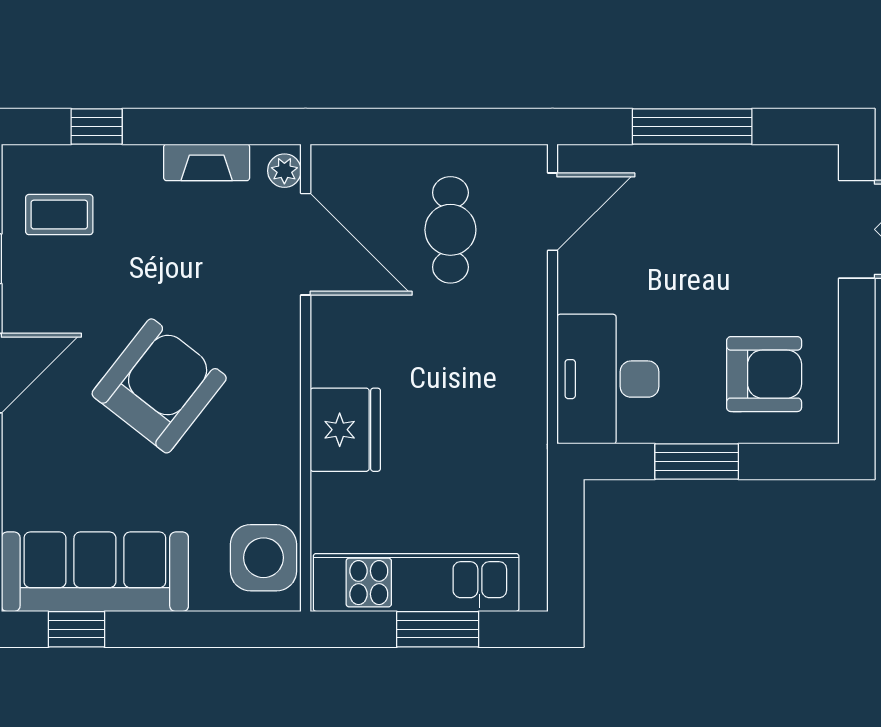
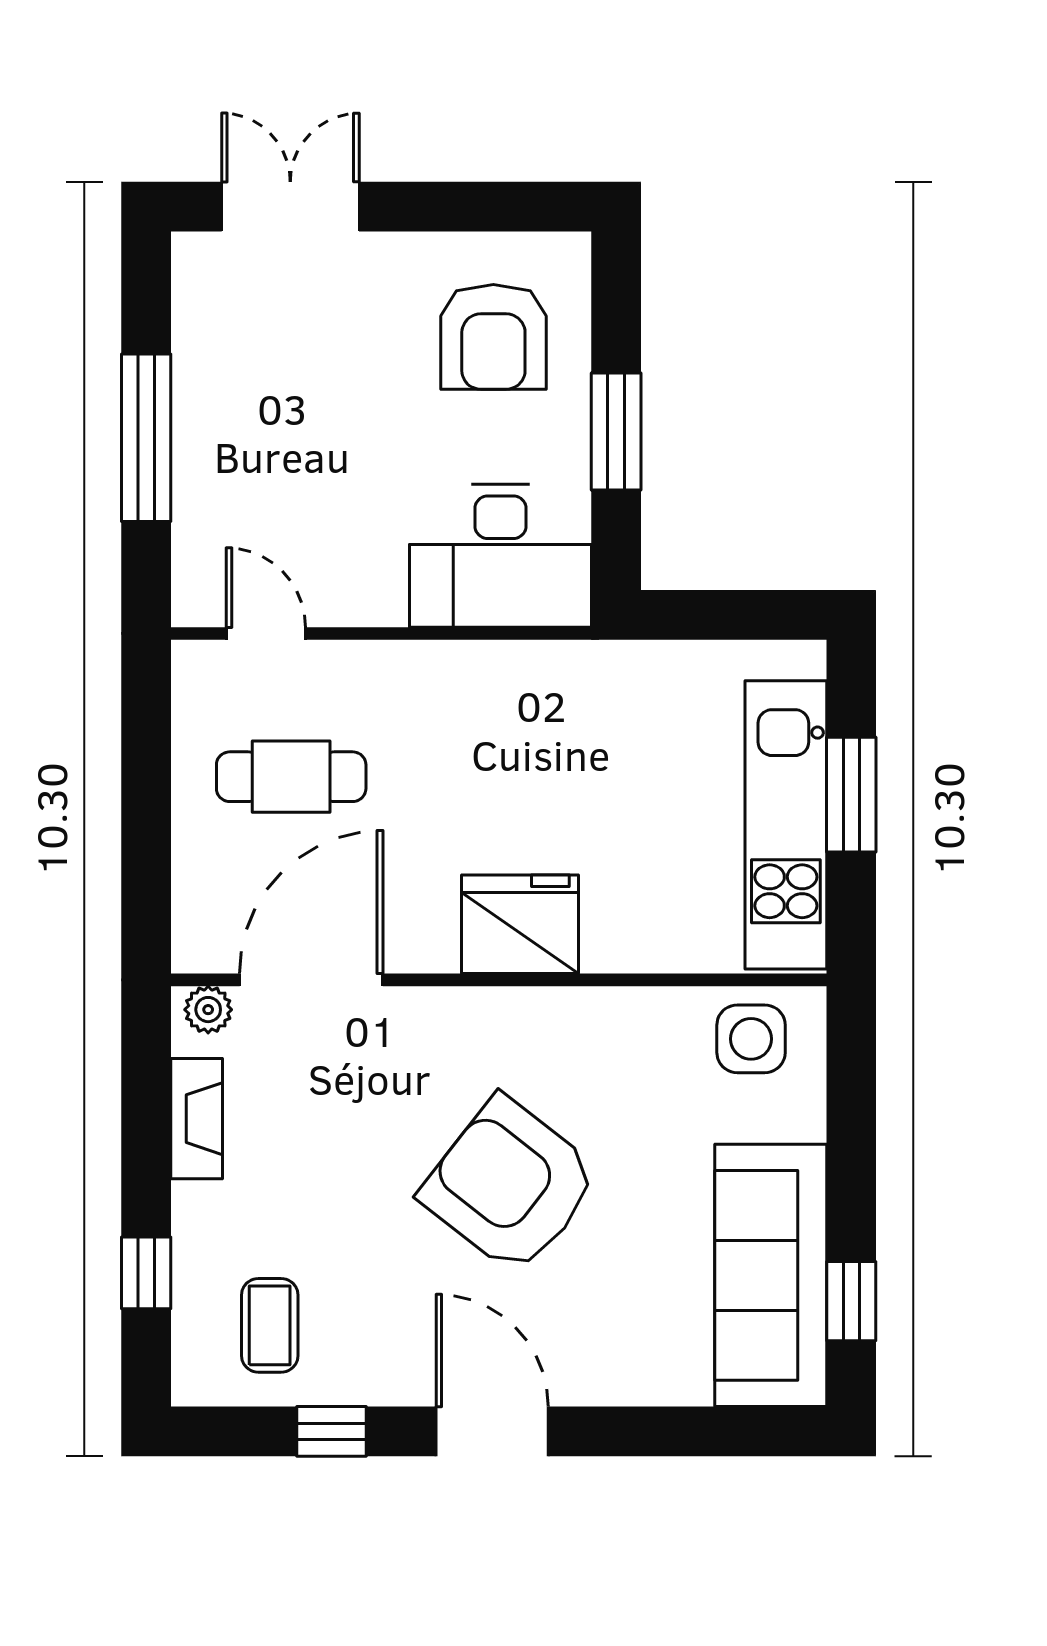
door: (553, 212) -> (266, 633), width x0.73
armchair: (764, 374) -> (493, 337), turned 180
fridge: (345, 430) -> (520, 924), moved
side table: (264, 558) -> (751, 1039), width x0.73, depth x0.73

